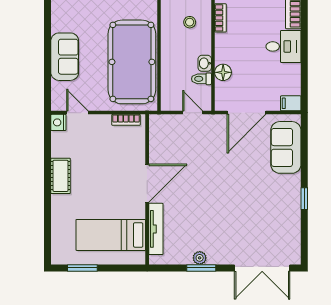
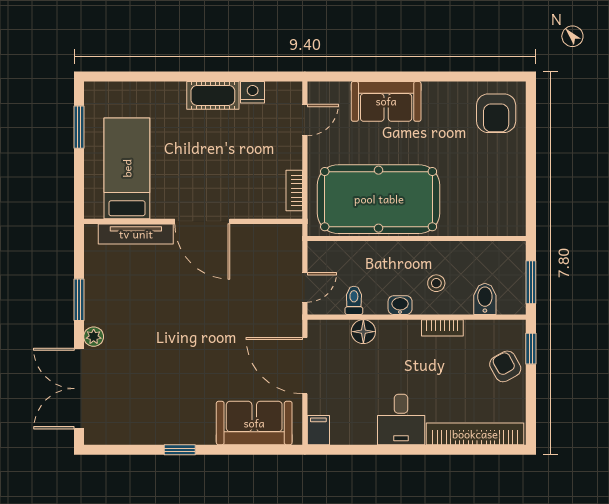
washbasin: (205, 63) -> (400, 305), moved
nightstand: (58, 122) -> (253, 92), moved
plant: (200, 258) -> (94, 337), moved

